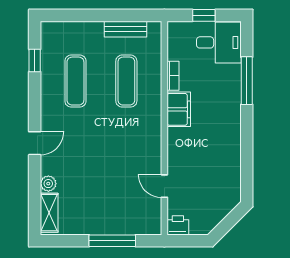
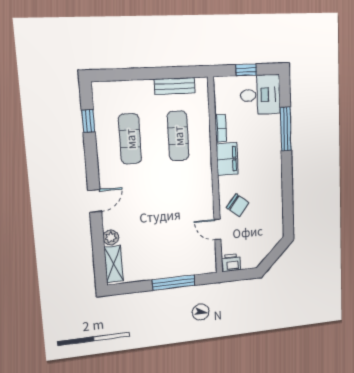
chair: (189, 161) -> (238, 205), added

